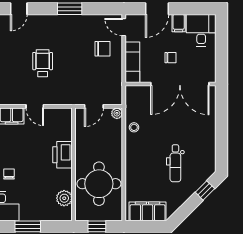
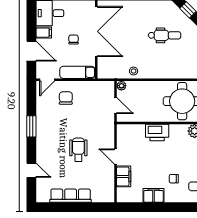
wheelchair: (43, 63) -> (78, 150), turned 90
door: (35, 106) -> (116, 156), swing flipped

